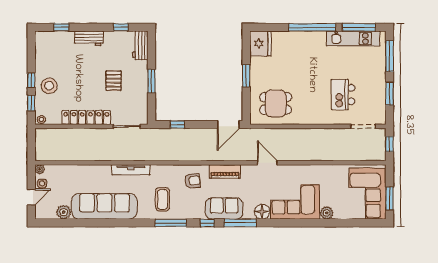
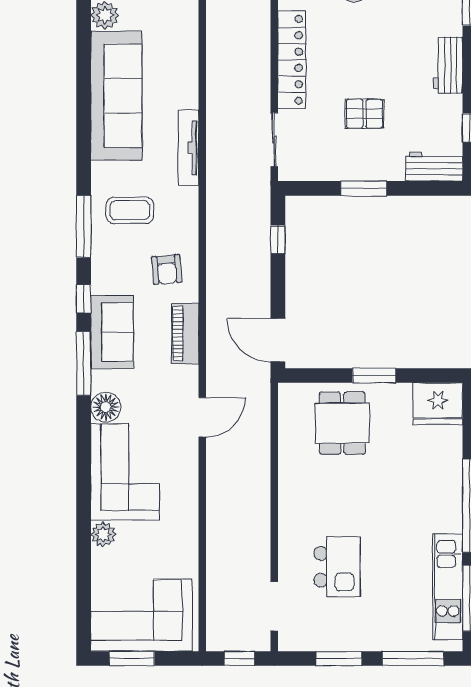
kitchen island: (343, 95) -> (337, 567), turned 90
dining table: (276, 103) -> (342, 423), moved

